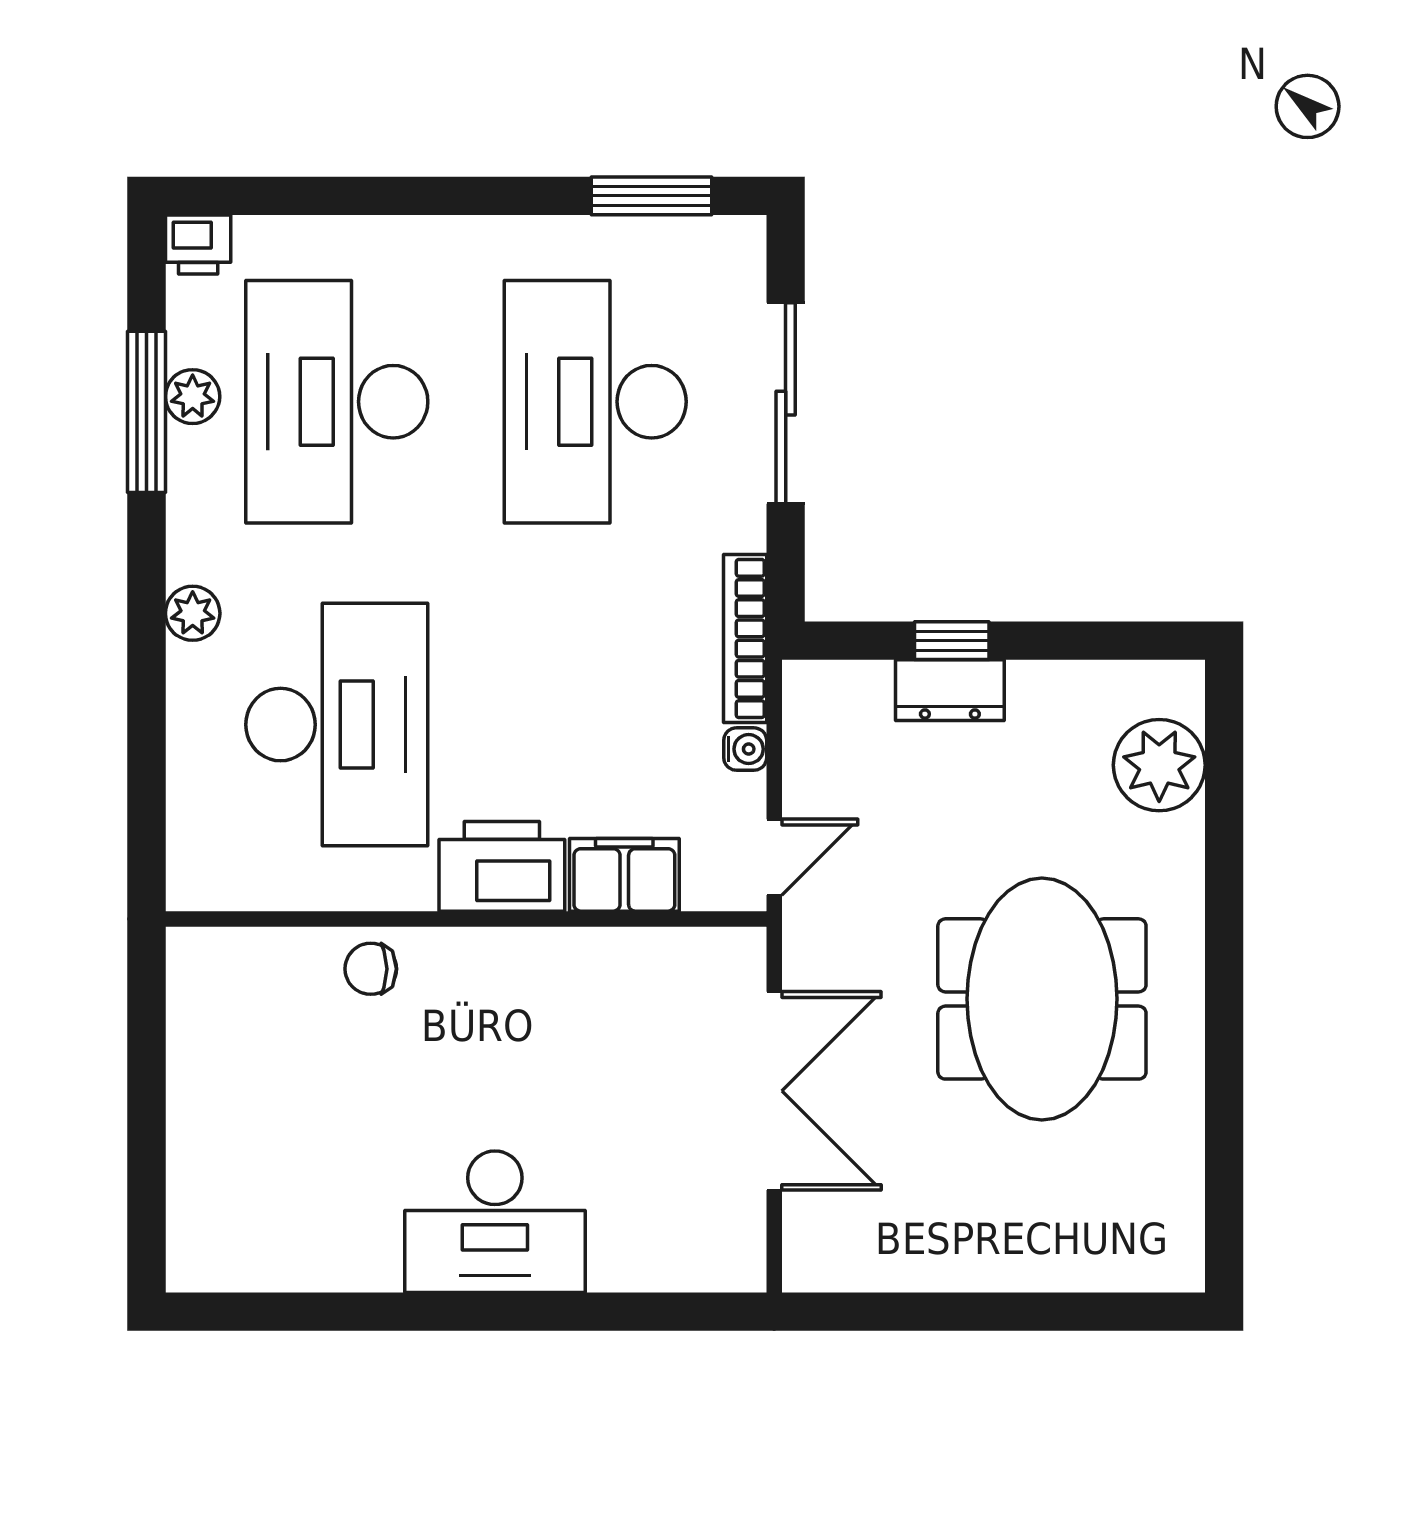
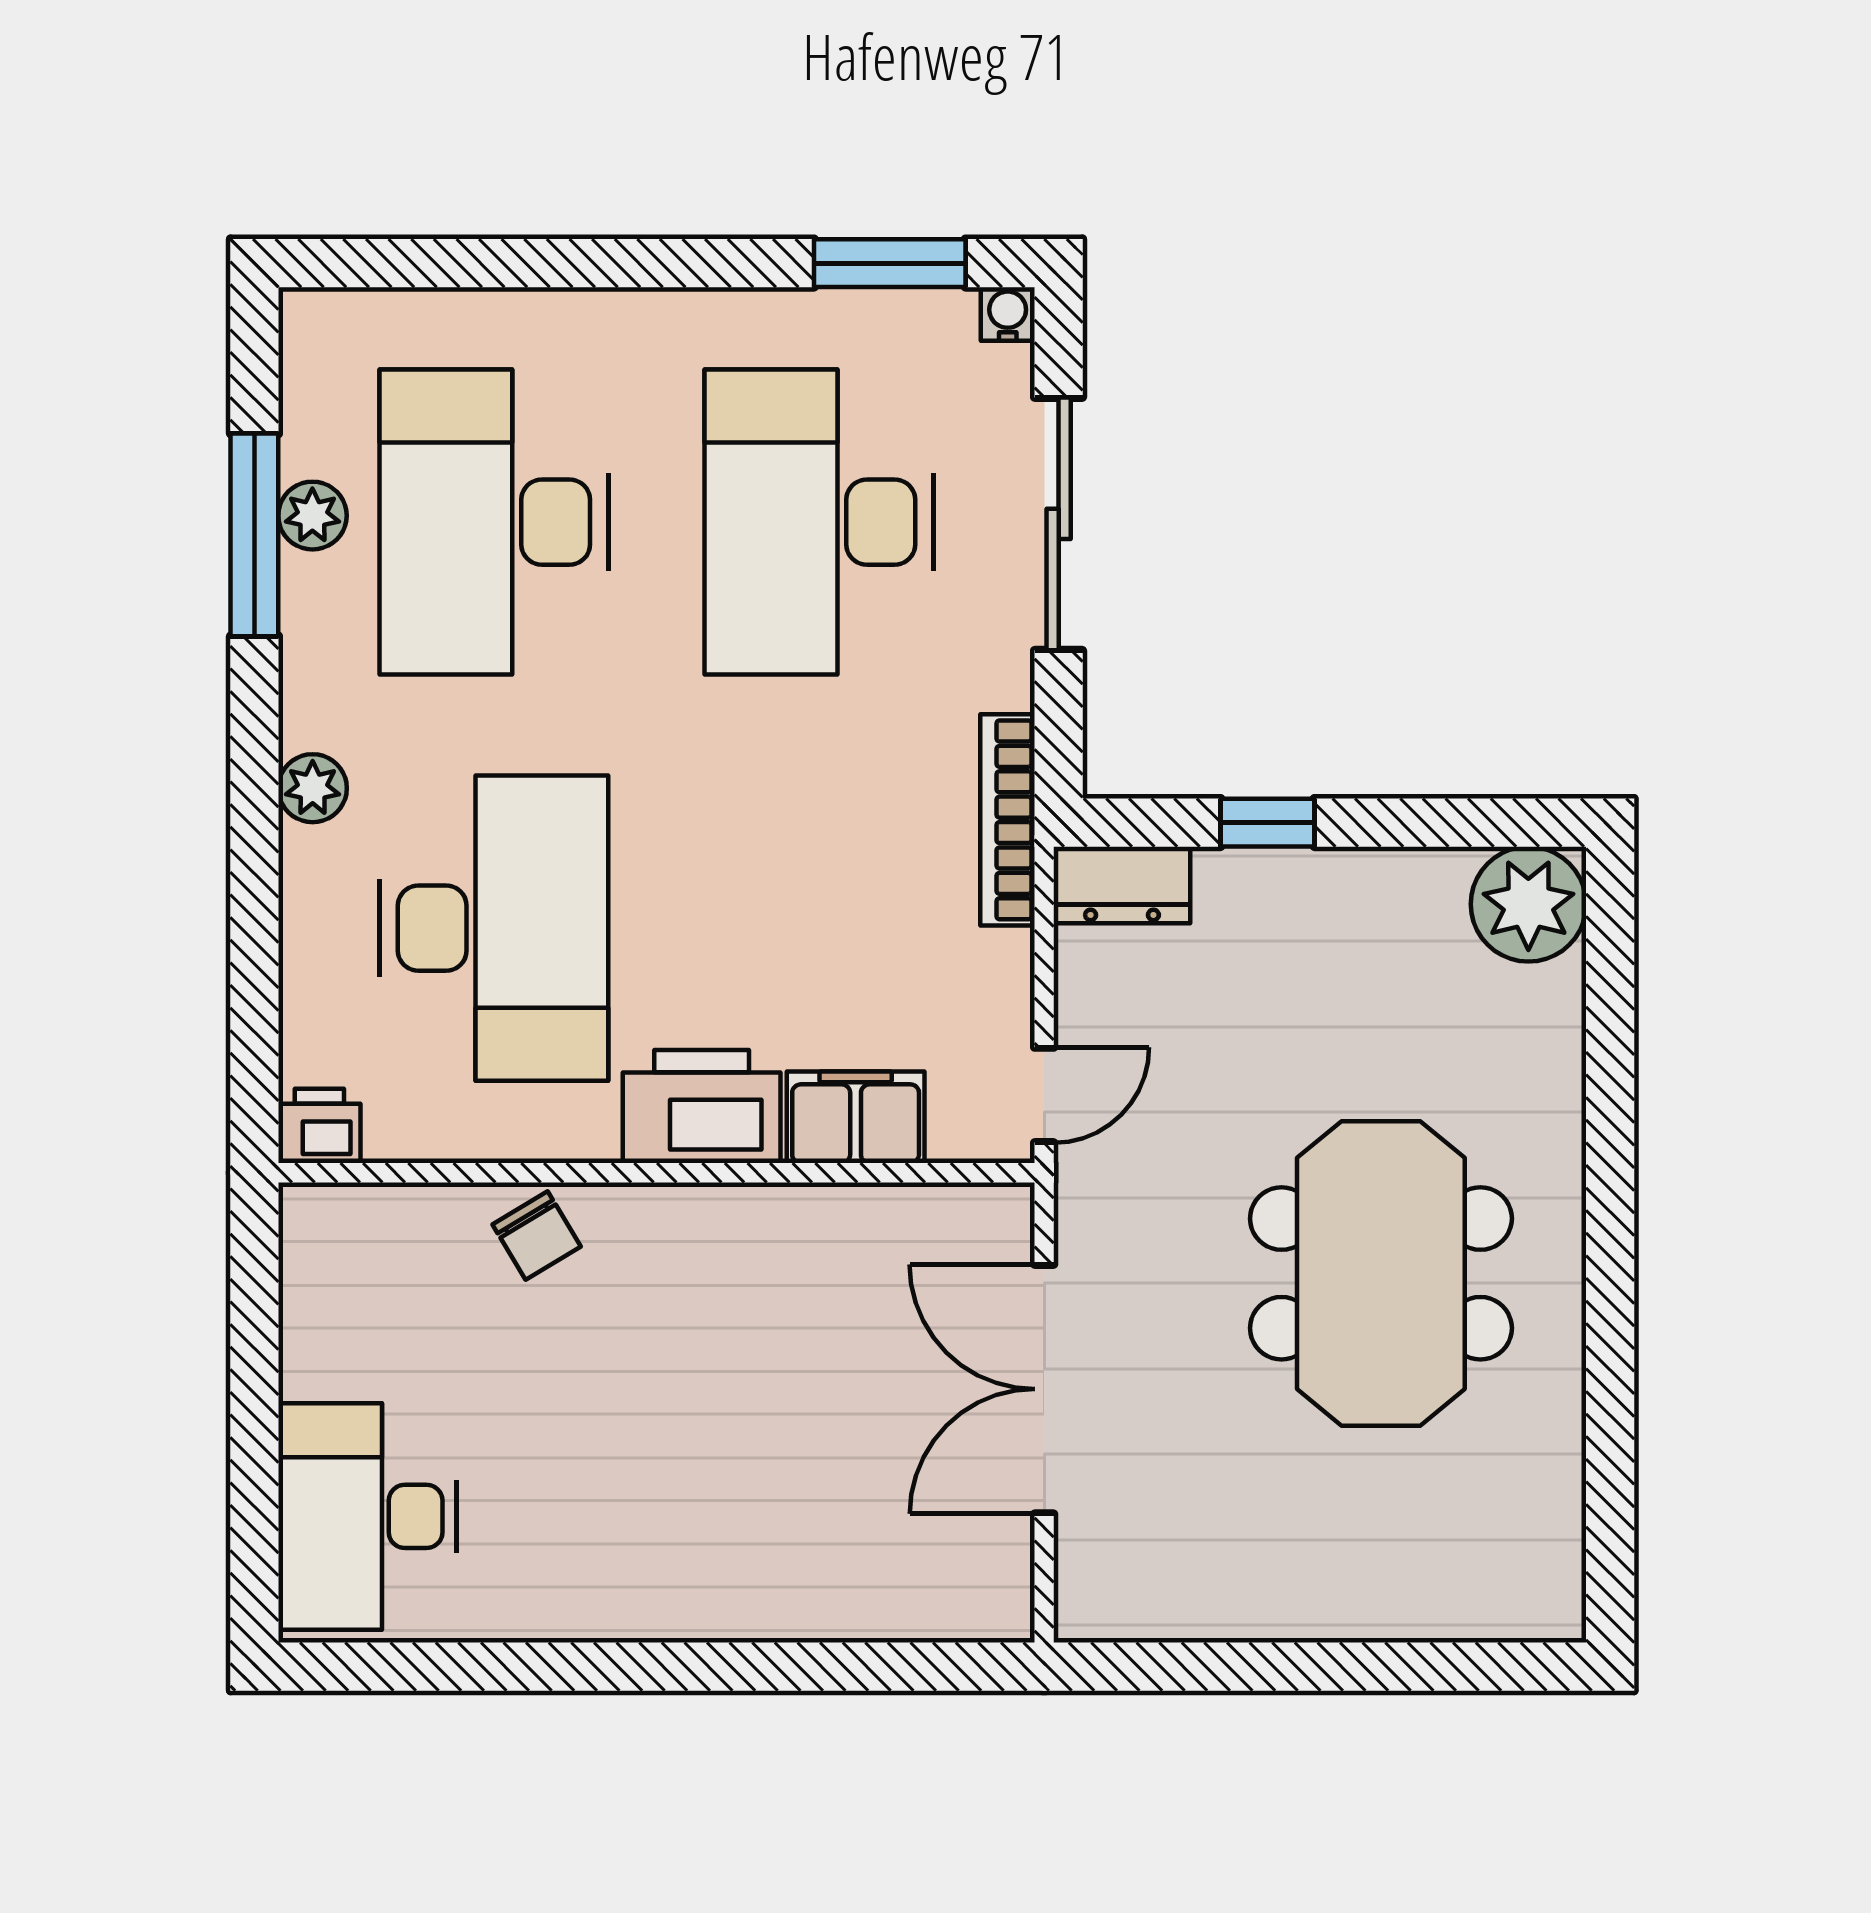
printer: (198, 245) -> (319, 1126), moved, turned 180
dresser: (950, 690) -> (1122, 885), moved
water cooler: (745, 749) -> (1008, 314), moved, turned -90
plant: (1159, 765) -> (1528, 904), moved
chair: (371, 969) -> (537, 1235), turned -121
double door: (774, 1091) -> (1044, 1389), swing flipped
desk: (495, 1222) -> (368, 1516), moved, turned 90

